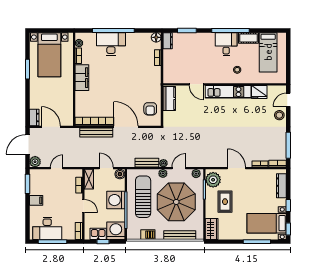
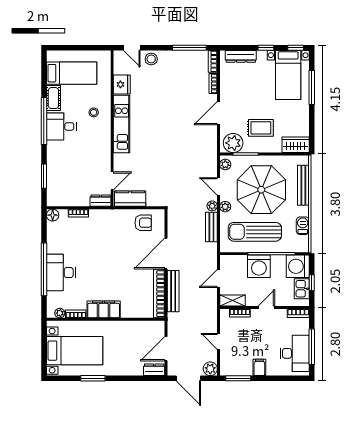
dresser: (168, 41) -> (101, 201), moved
door: (196, 84) -> (112, 181), moved
boiler: (120, 174) -> (226, 261), removed

